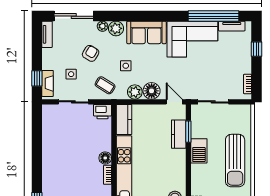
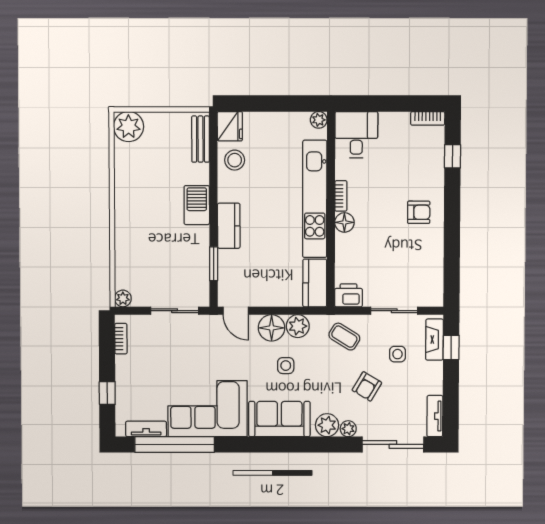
side table: (126, 66) -> (286, 366), moved
plant: (246, 110) -> (123, 298), added
kitchen counter: (179, 134) -> (229, 226), moved
barbecue: (199, 151) -> (197, 205), moved
sun lounger: (235, 161) -> (140, 218), removed
armchair: (58, 164) -> (419, 212), added

